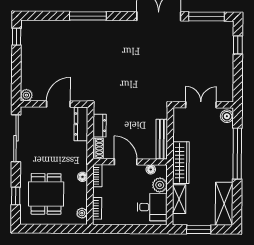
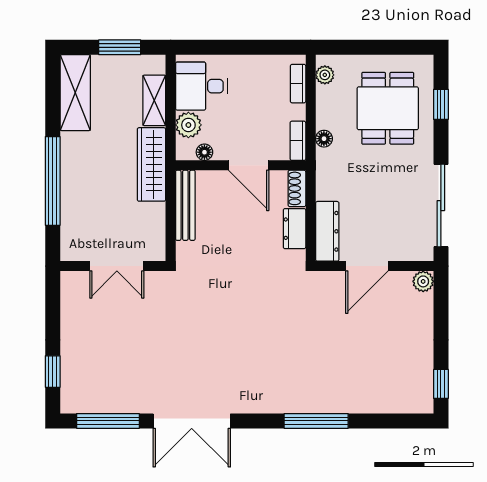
boiler: (227, 116) -> (71, 246), removed

